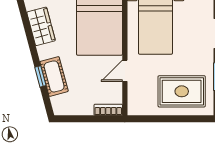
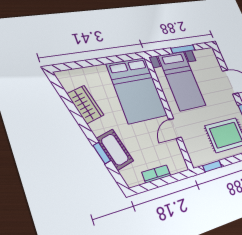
bookcase: (108, 110) -> (156, 174), moved
window: (150, 119) -> (212, 166), added

